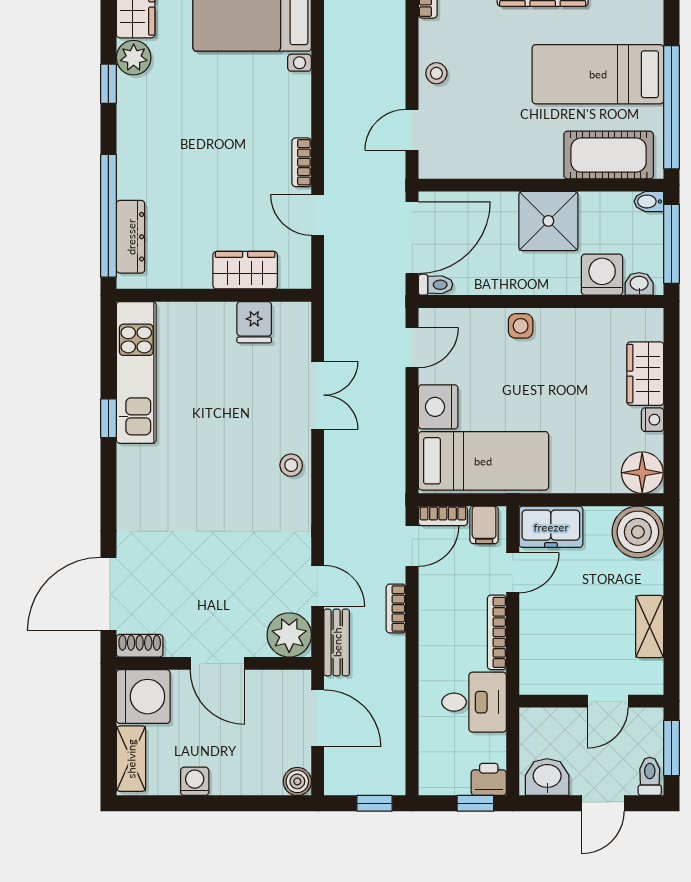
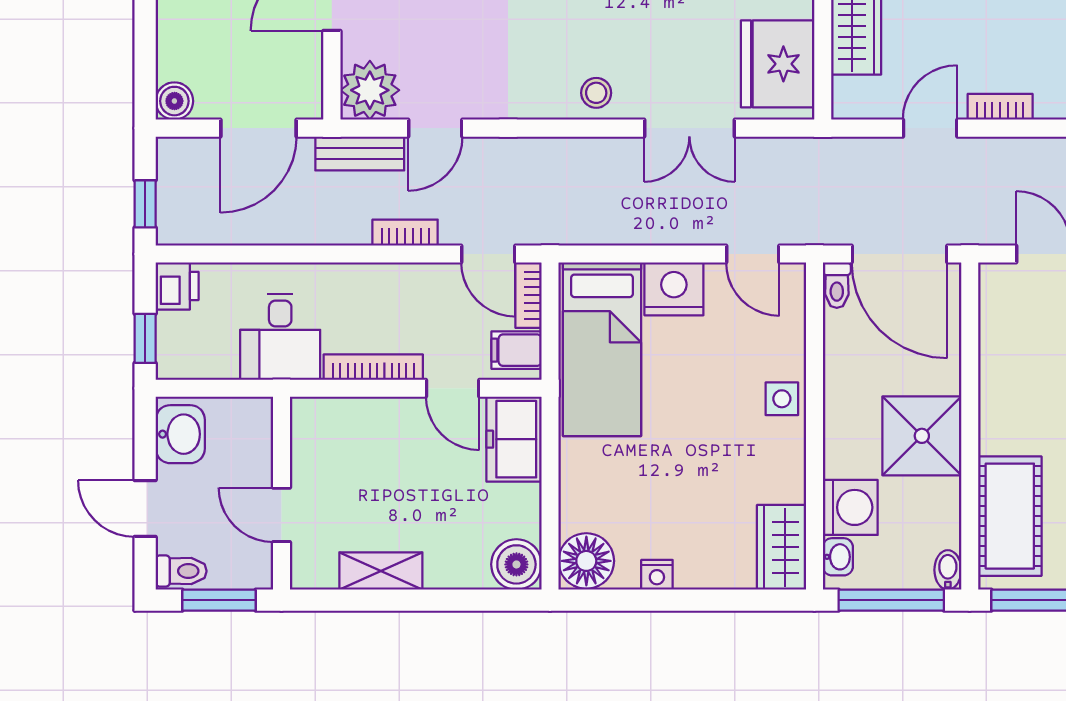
fridge: (254, 322) -> (778, 64), width x1.88, depth x1.34
wardrobe: (645, 374) -> (781, 547), moved, turned -90
boiler: (638, 532) -> (516, 564), width x0.73, depth x0.73
printer: (489, 779) -> (177, 286), moved

